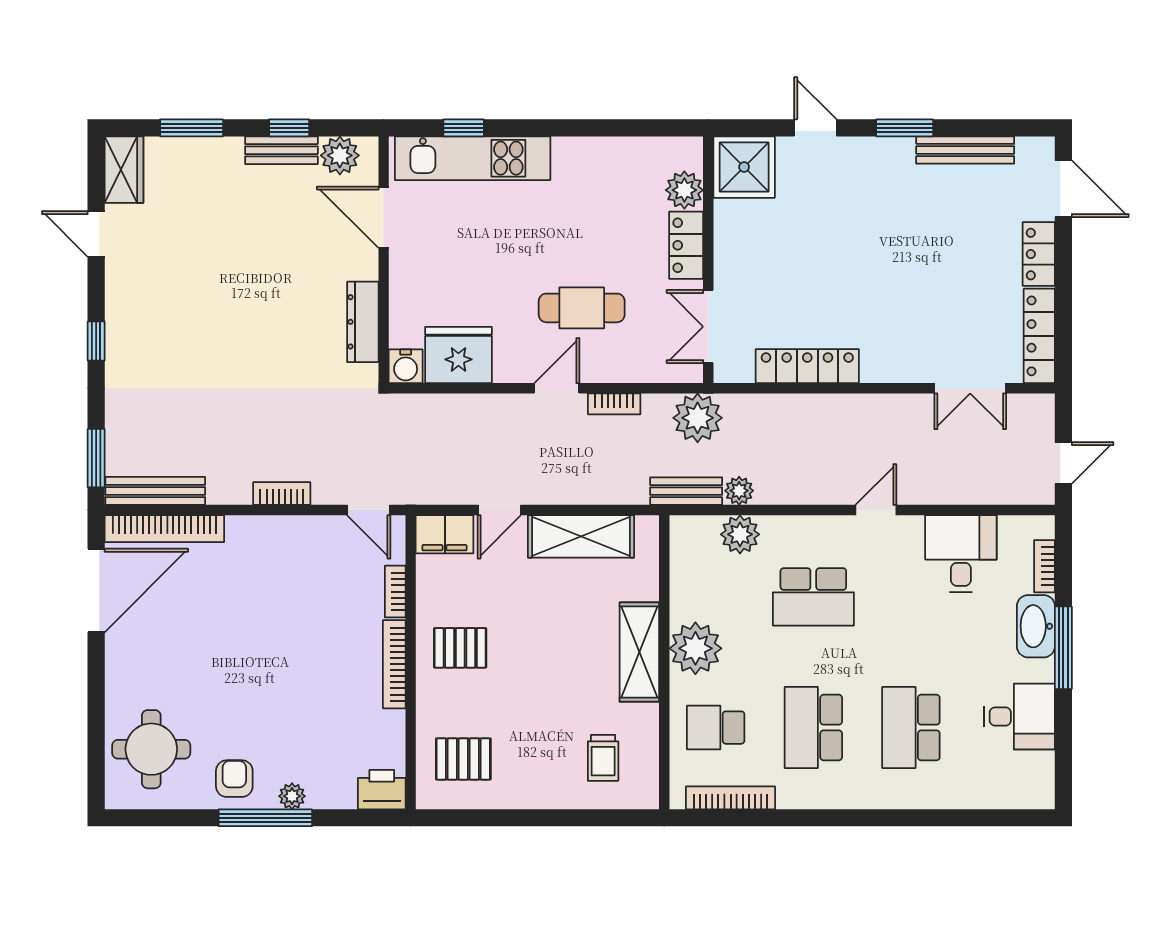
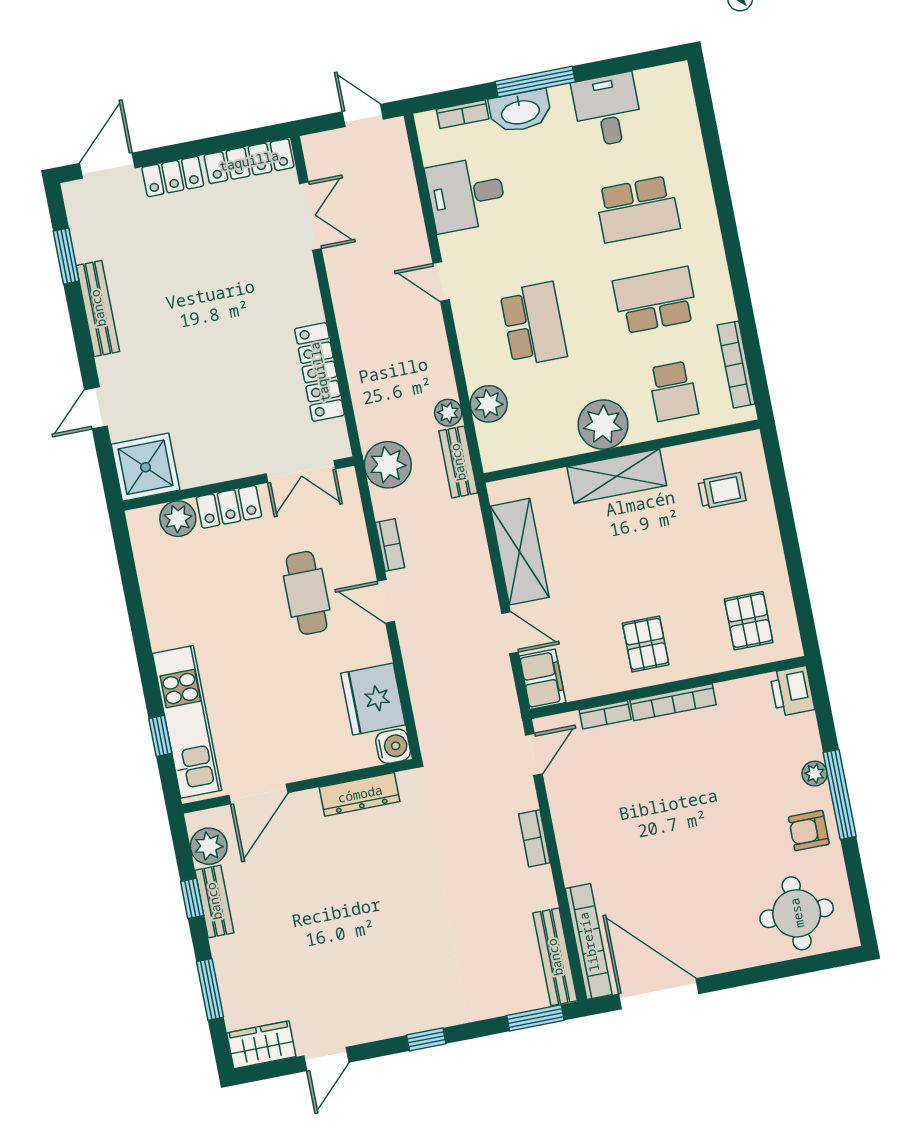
window: (905, 128) -> (66, 256), moved
bench: (965, 150) -> (98, 308), moved
school desk: (813, 728) -> (655, 300), turned 180

